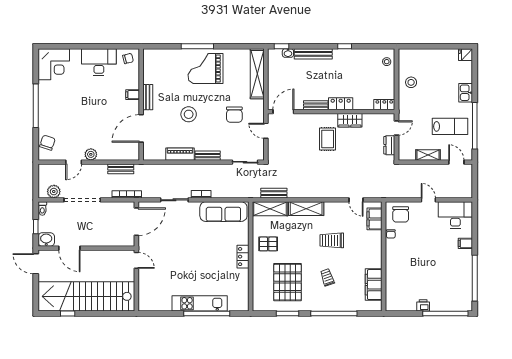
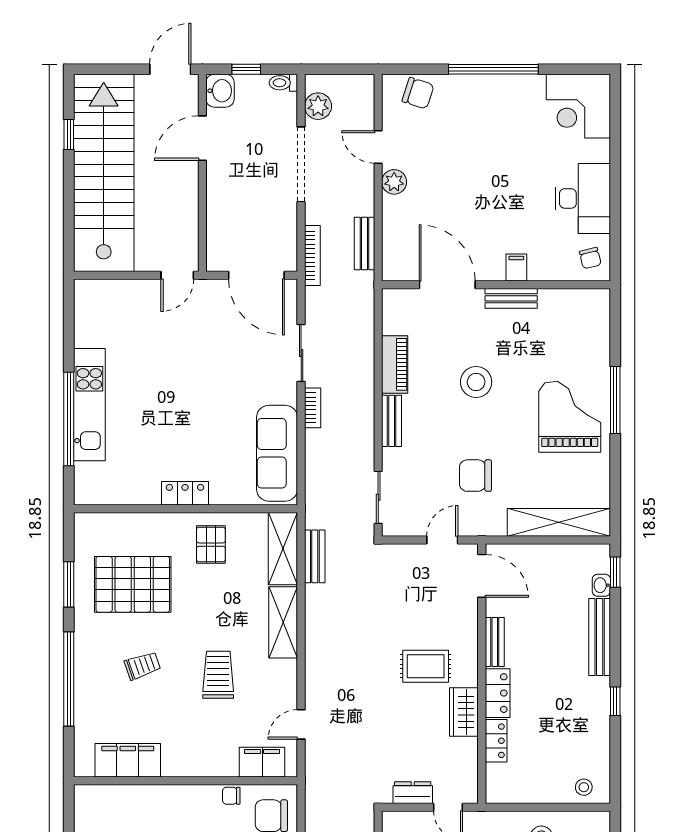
locker: (384, 105) -> (496, 741), moved

